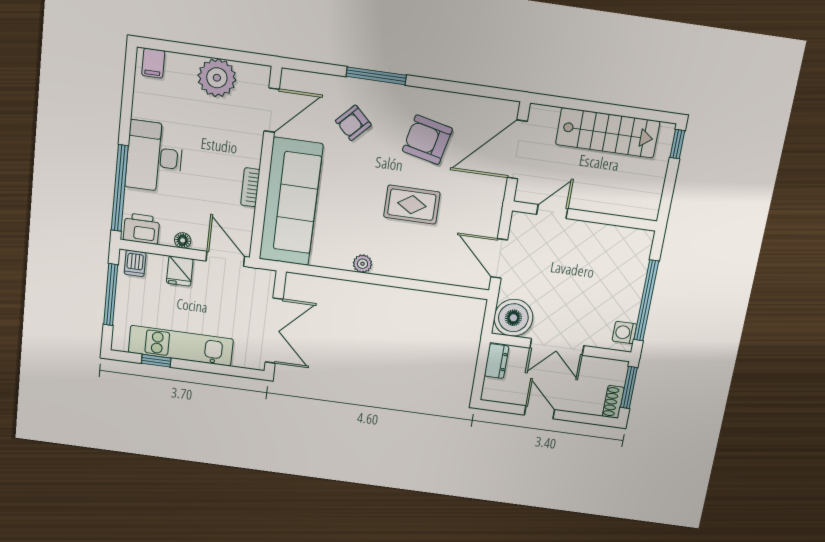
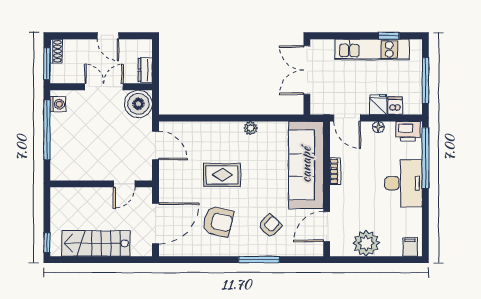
dishwasher: (135, 263) -> (395, 106), moved

